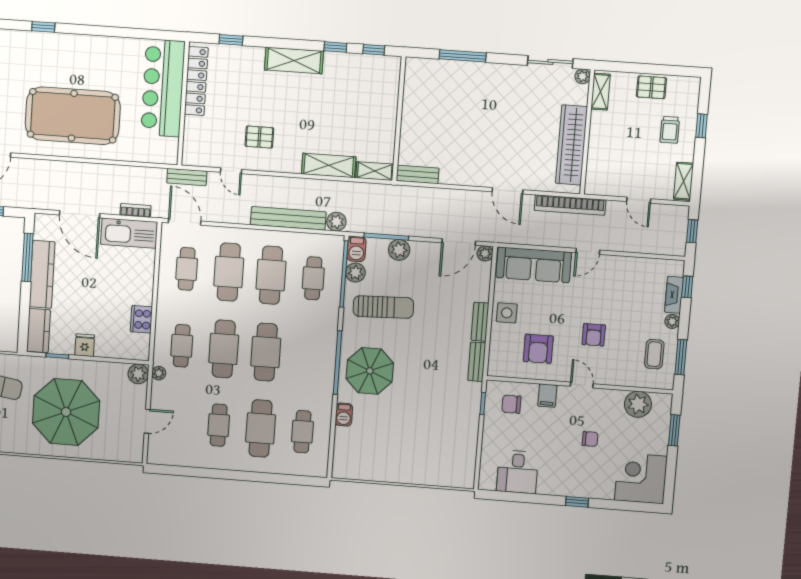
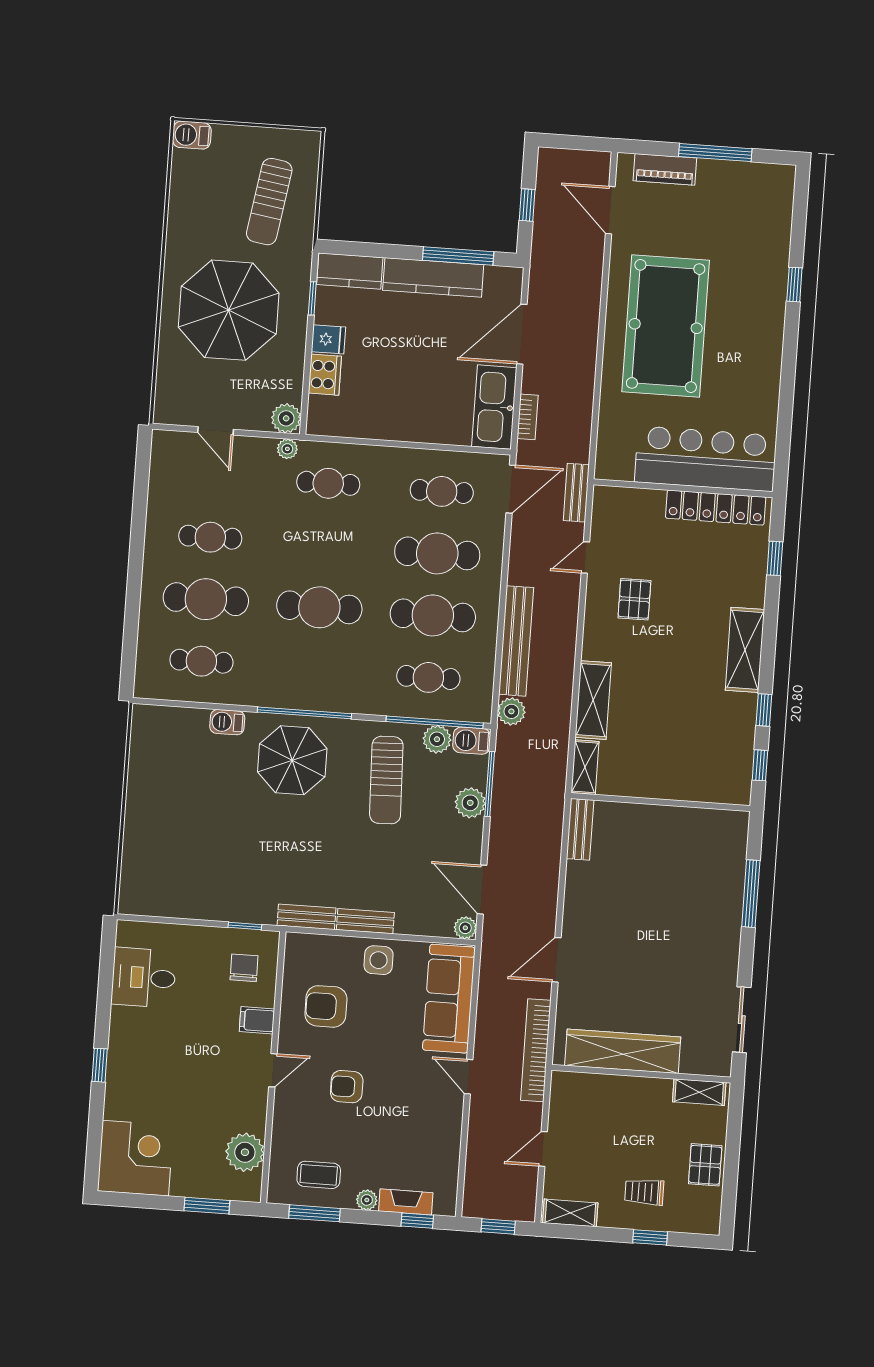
plant: (582, 76) -> (721, 1066), removed
cooker: (141, 319) -> (325, 375), moved, turned 90
cafe table: (224, 349) -> (324, 545), removed
chair: (590, 439) -> (193, 1083), removed

